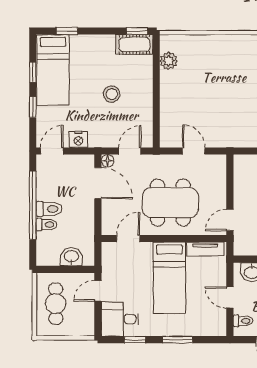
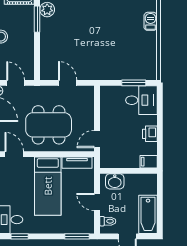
window: (156, 73) -> (37, 19), added
door: (130, 151) -> (16, 83), hinge flipped
door: (128, 239) -> (14, 154), hinge flipped
window: (178, 340) -> (77, 236), moved

